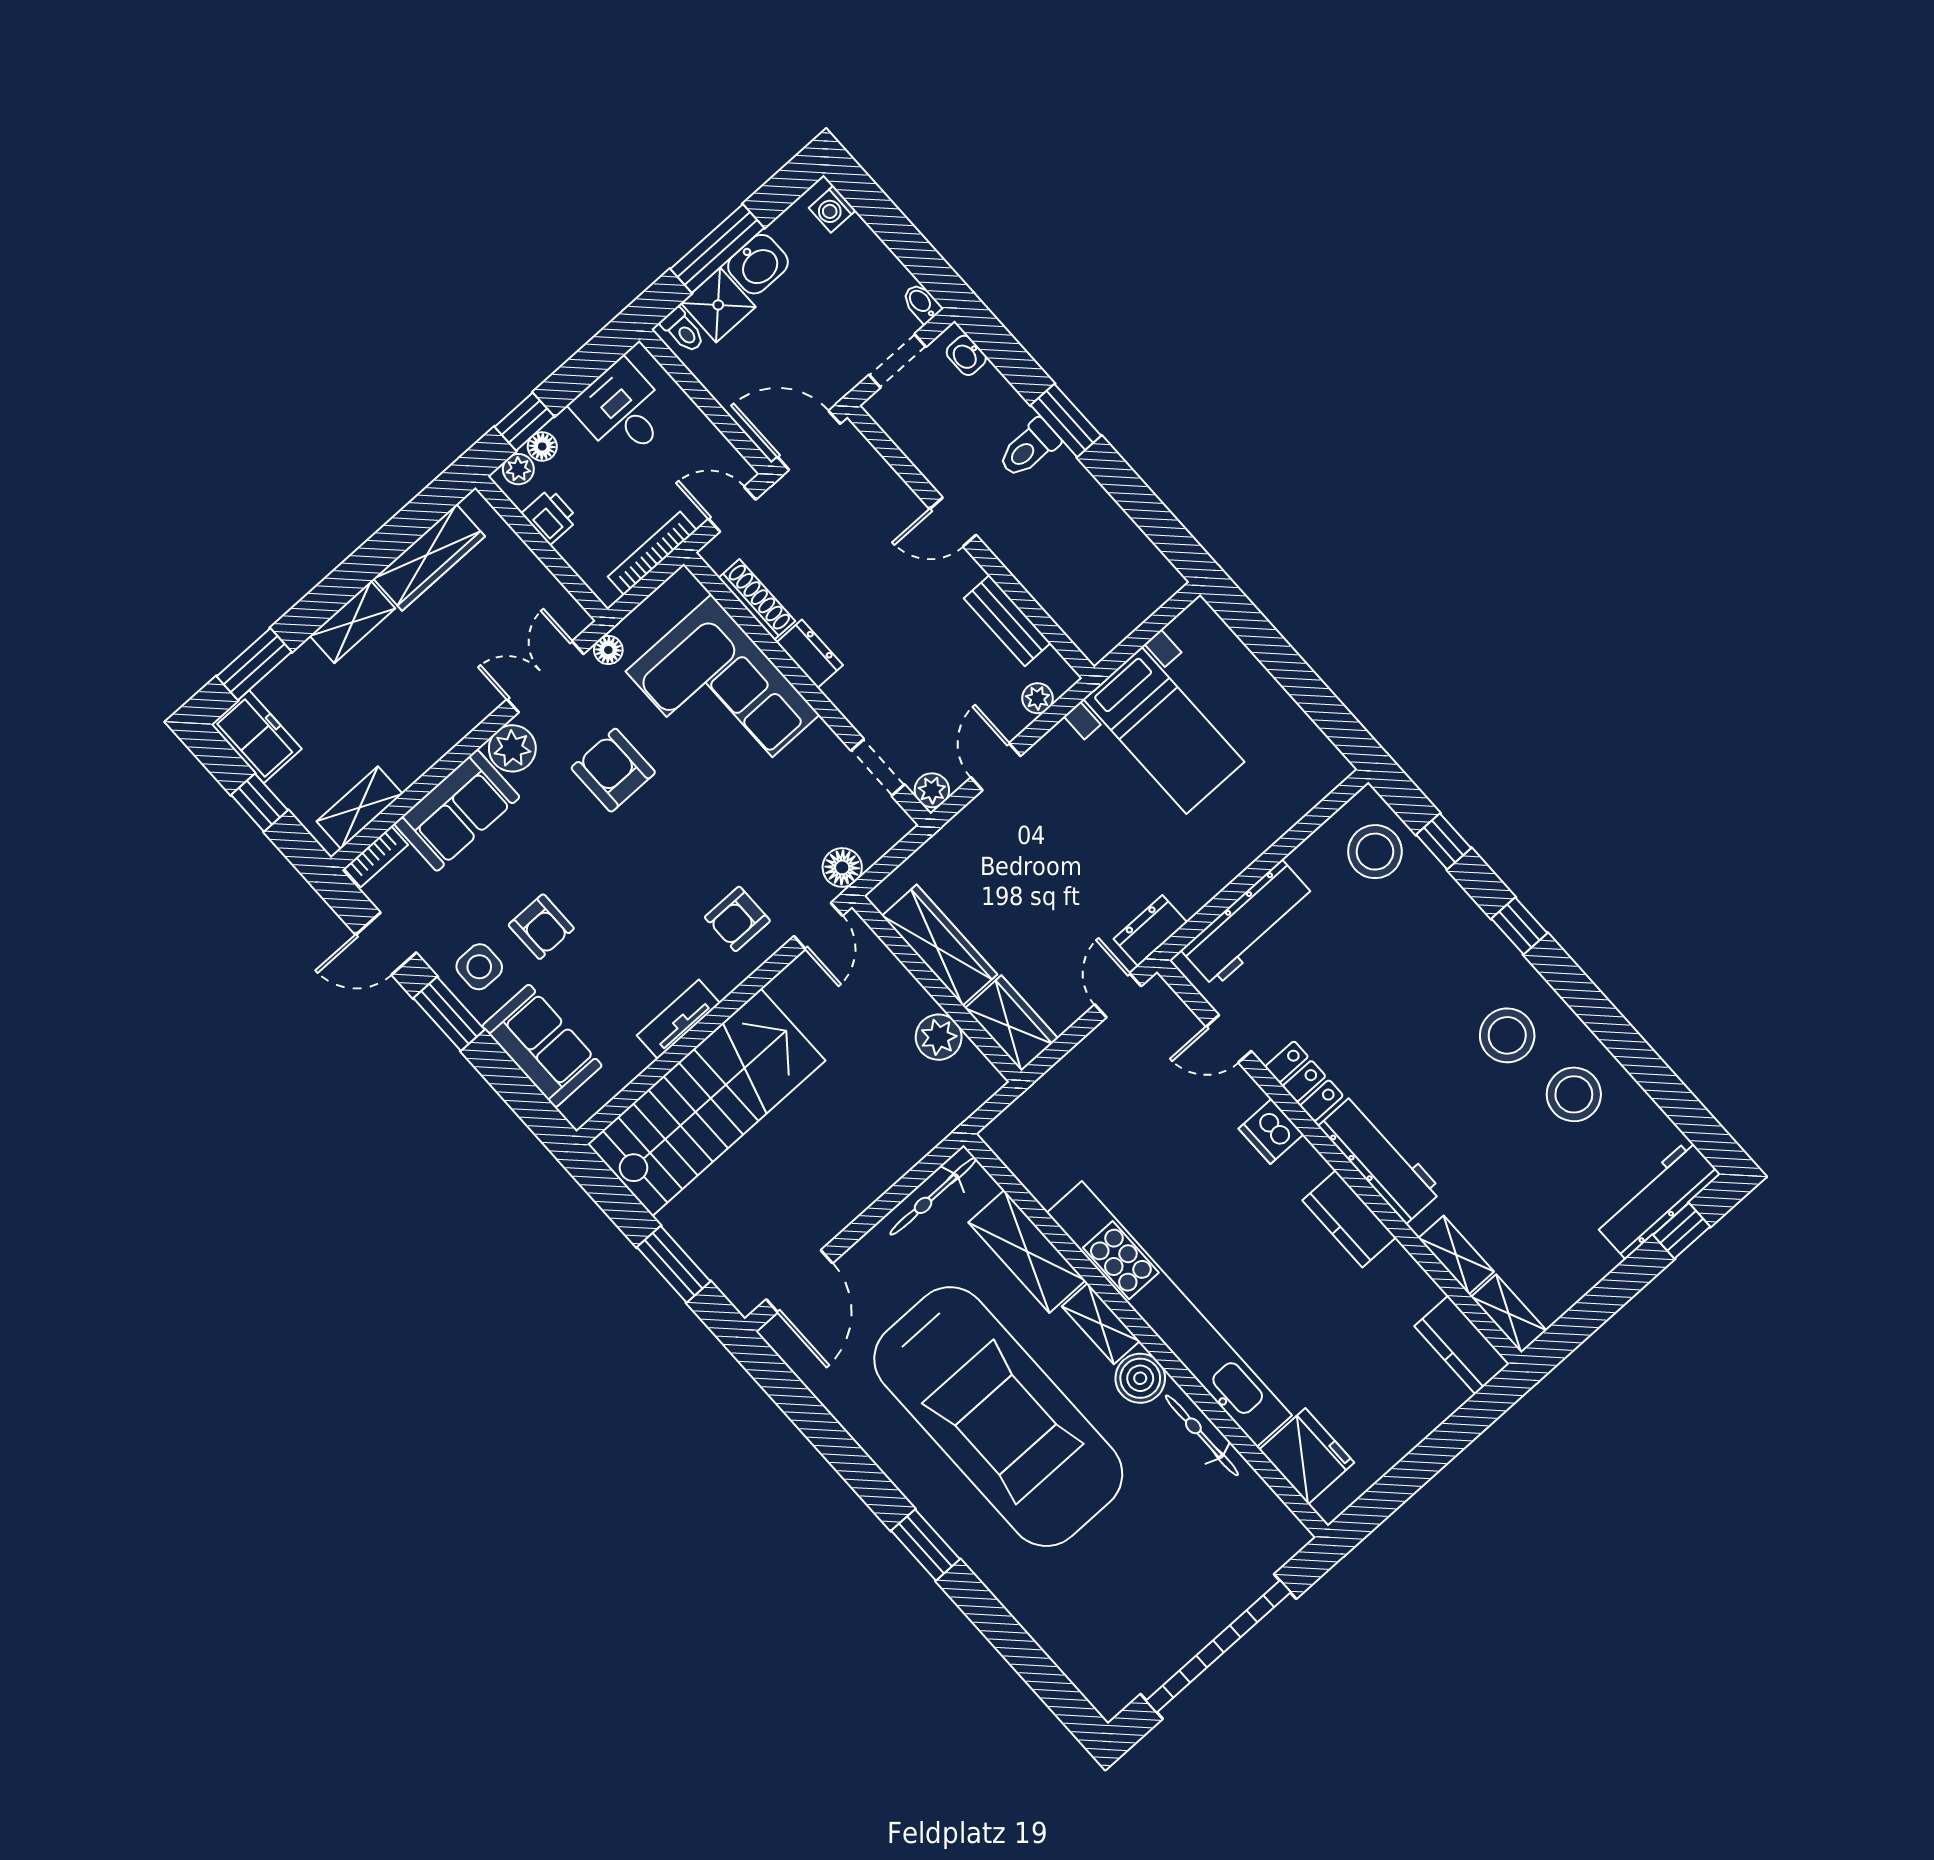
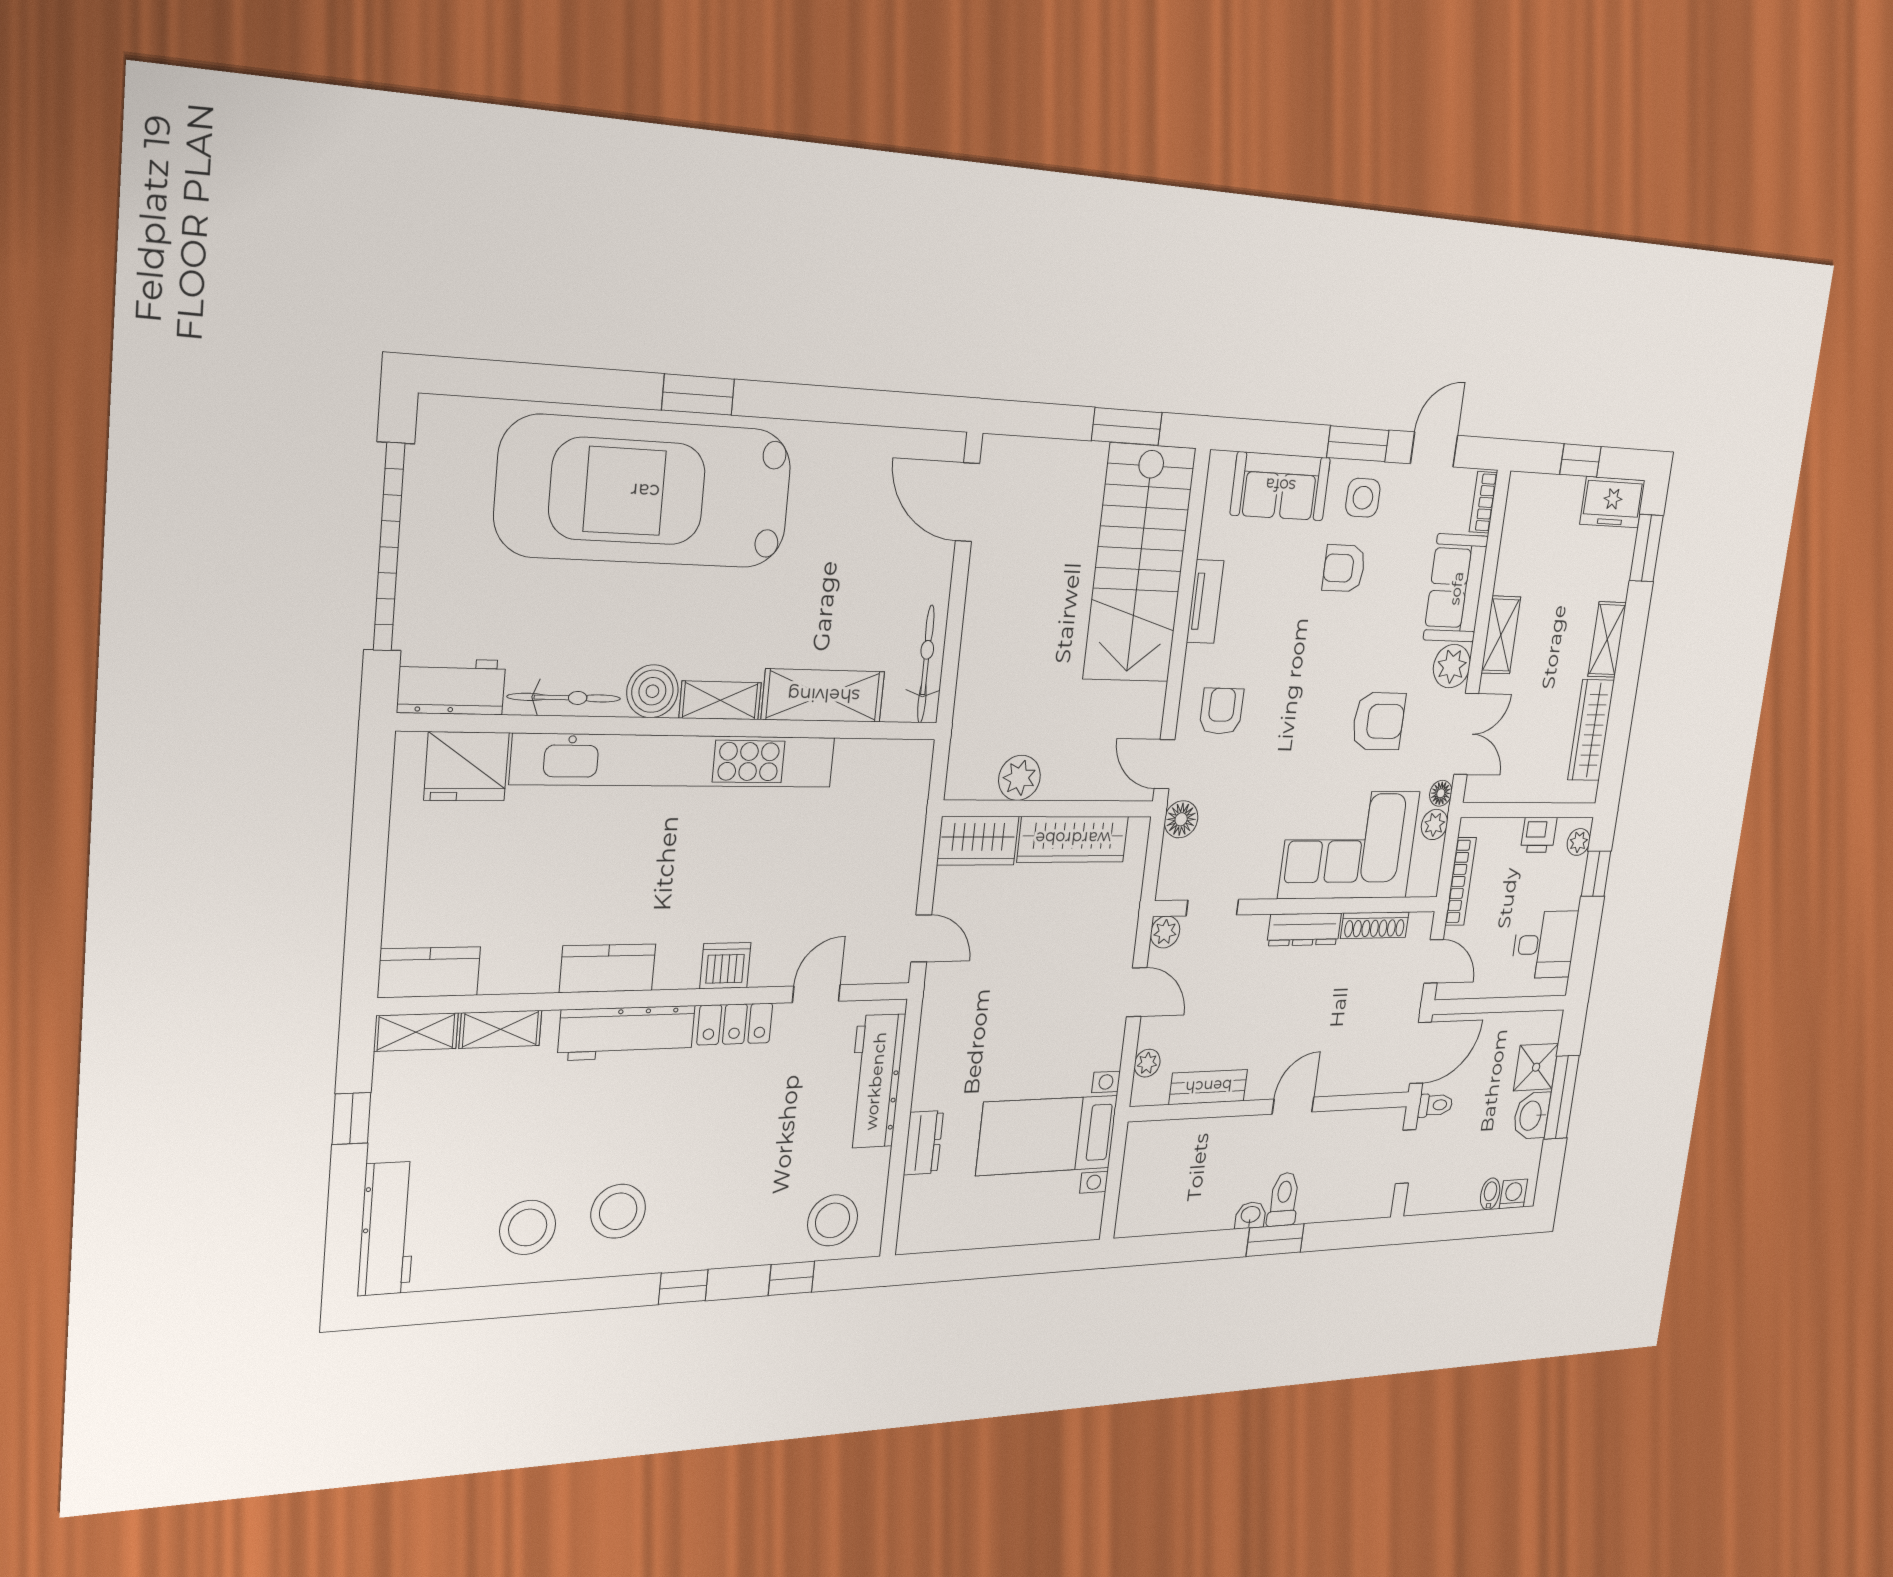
bidet: (922, 303) -> (1490, 1194), moved, turned -90
toilet: (683, 330) -> (1435, 1105), moved, turned 180
washbasin: (966, 355) -> (1250, 1215), moved
floor lamp: (542, 446) -> (1575, 871), removed
door: (732, 509) -> (1434, 961), hinge flipped
plant: (635, 629) -> (1434, 824), added
dresser: (810, 654) -> (1304, 929), width x1.44
shelving: (360, 808) -> (1501, 635), moved
dresser: (1150, 931) -> (923, 1143), moved
window: (1682, 1231) -> (351, 1118), moved
window: (674, 1264) -> (1127, 427), moved
car: (998, 1417) -> (645, 492), moved
workbench: (1266, 1518) -> (451, 687), added

